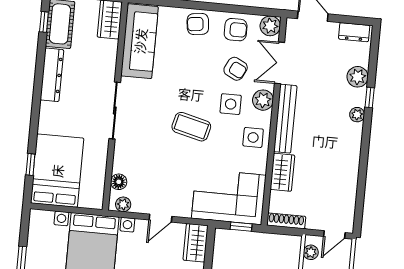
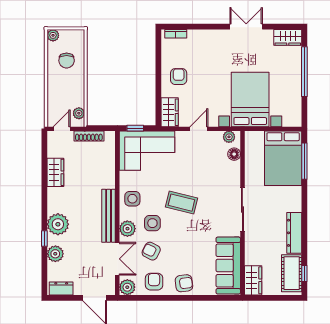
armchair: (236, 30) -> (154, 282), turned 90
plant: (357, 115) -> (58, 224), width x1.87, depth x1.87
window: (30, 164) -> (304, 161), width x2.17
wardrobe: (282, 172) -> (55, 172), moved, turned 180
shoe rack: (286, 221) -> (89, 136), moved

